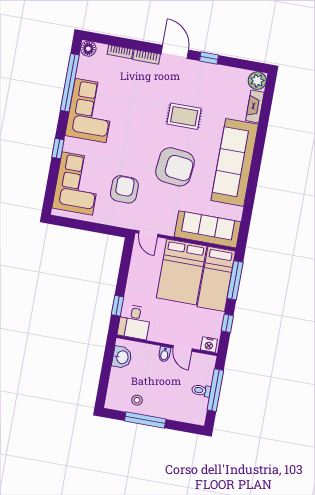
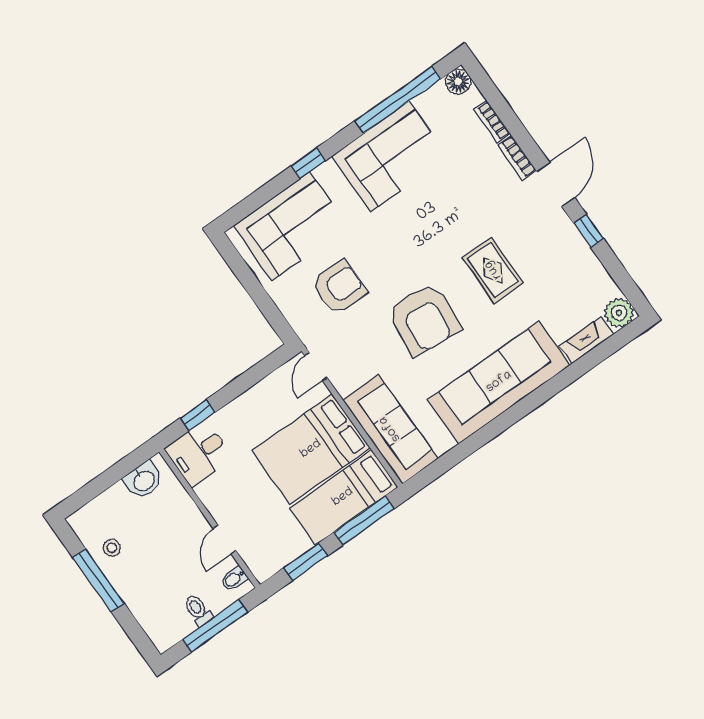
window: (227, 323) -> (306, 562), width x1.50
nightstand: (209, 345) -> (260, 566), removed
bidet: (164, 354) -> (234, 579), moved

